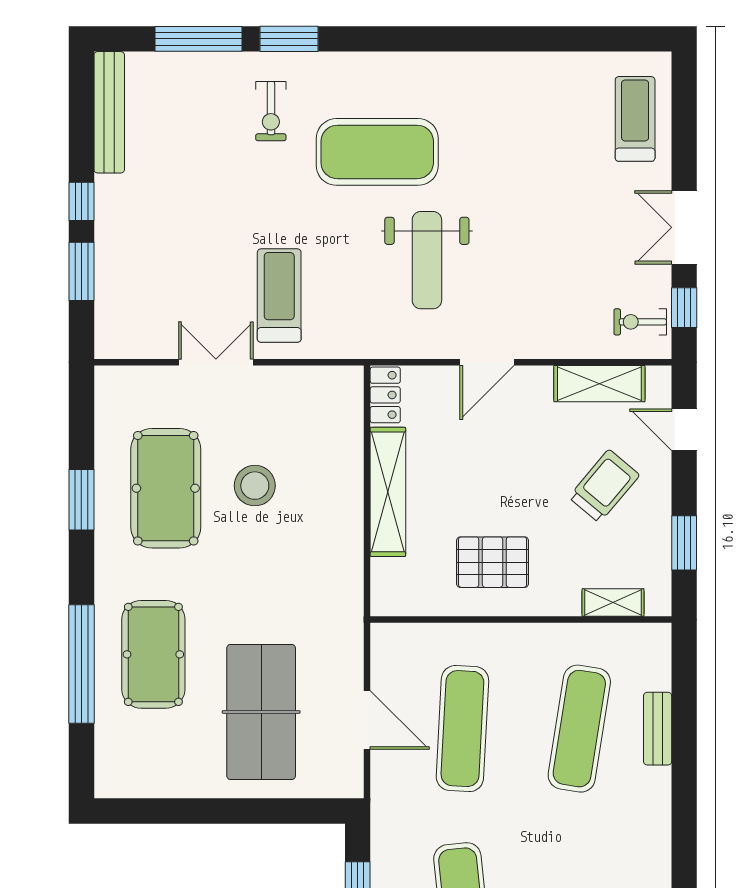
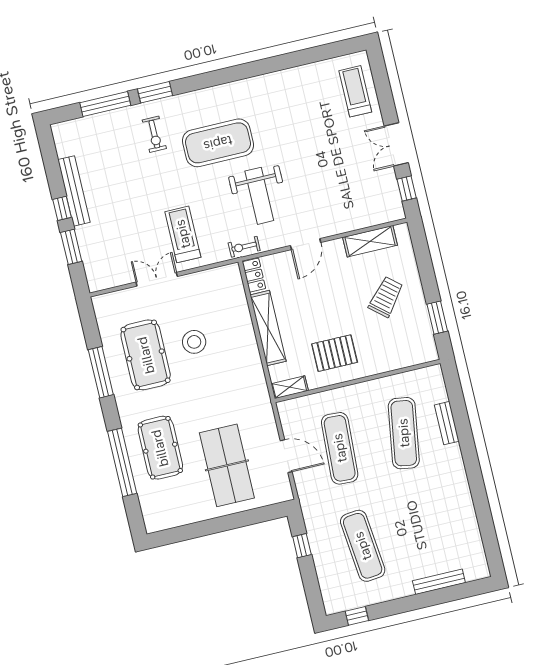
bench: (109, 112) -> (74, 191), moved
exercise bike: (640, 322) -> (244, 247), moved
door: (684, 430) -> (423, 256), removed
window: (81, 500) -> (101, 372), width x1.44
shelving: (613, 603) -> (290, 387), moved

